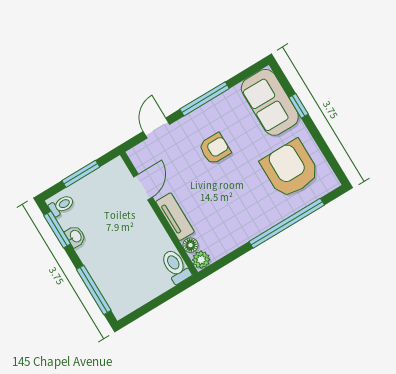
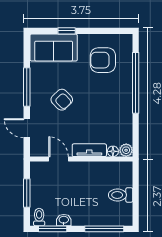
armchair: (215, 149) -> (62, 100), turned 136
armchair: (290, 169) -> (103, 60), width x0.73, depth x0.73
toilet: (176, 266) -> (121, 195), moved

